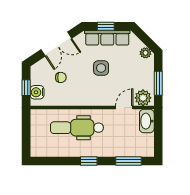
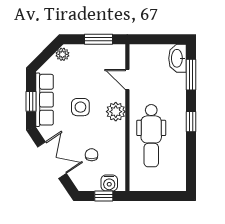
plant: (143, 98) -> (116, 112), moved
washbasin: (147, 121) -> (177, 58), moved, turned 90

